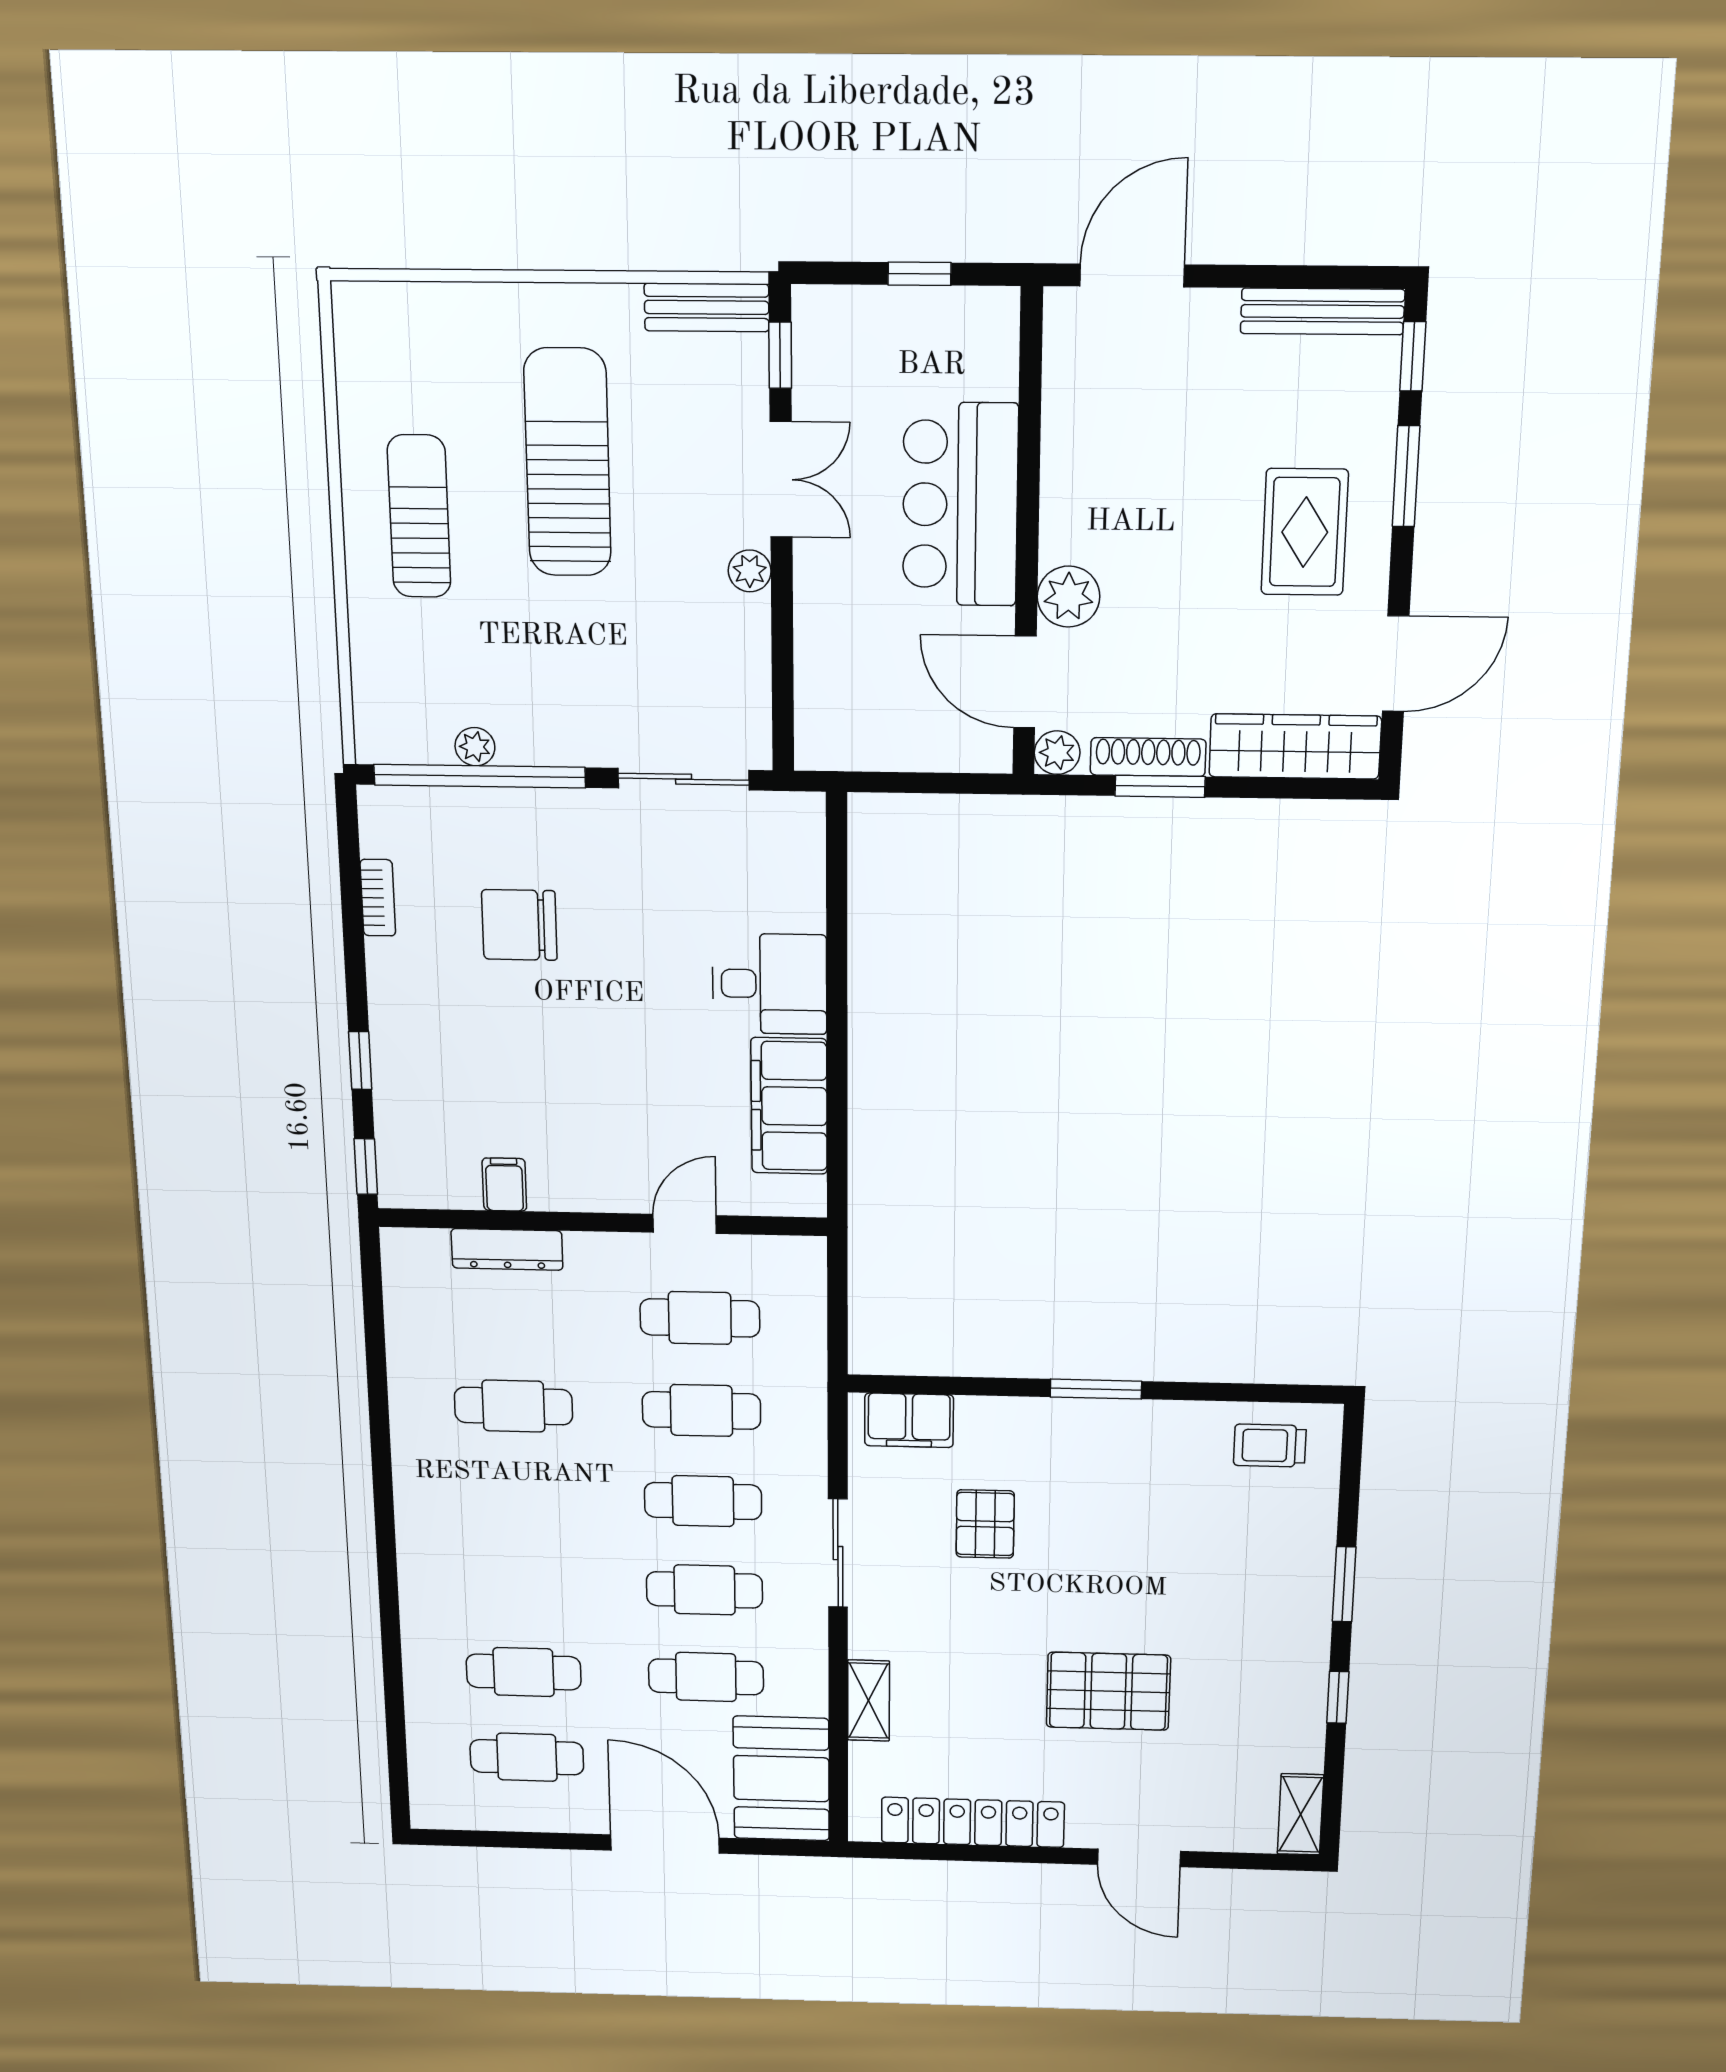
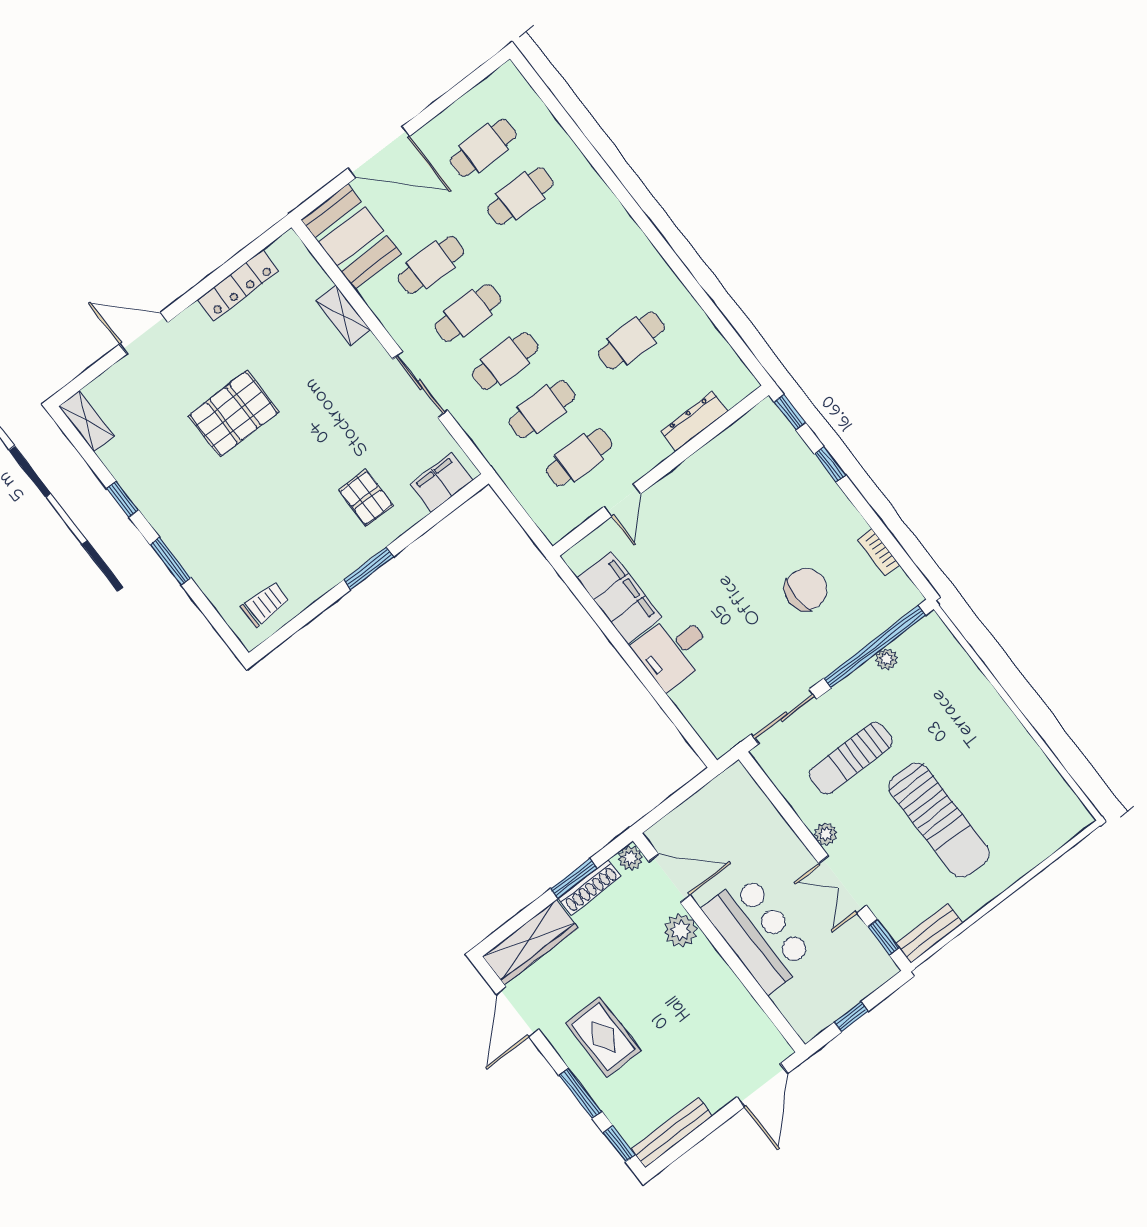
sun lounger: (419, 516) -> (851, 758), moved, turned 90
filing cabinet: (504, 1185) -> (720, 454), removed
pallet: (985, 1524) -> (366, 498), moved
locker: (973, 1822) -> (238, 285), width x0.71, depth x0.83

